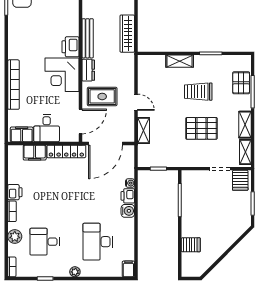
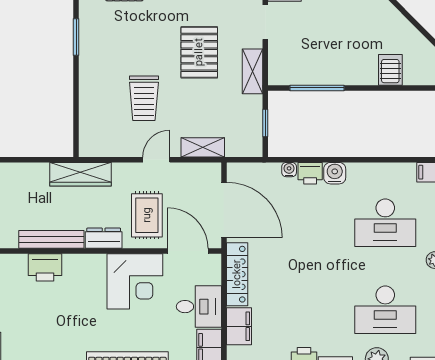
wardrobe: (127, 34) -> (81, 174), moved
printer: (70, 47) -> (45, 267), moved
shelving: (180, 61) -> (253, 71), moved
corner desk: (62, 75) -> (135, 281), moved
trolley: (198, 92) -> (144, 98), moved
desk: (45, 242) -> (385, 310), width x1.37

